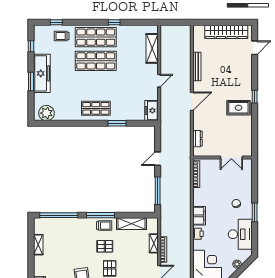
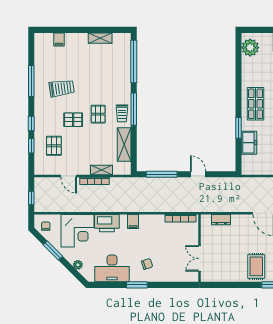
freezer: (151, 111) -> (249, 143), moved, turned 90
filing cabinet: (199, 216) -> (133, 222), width x0.50
printer: (198, 234) -> (107, 223), width x1.87, depth x1.48

